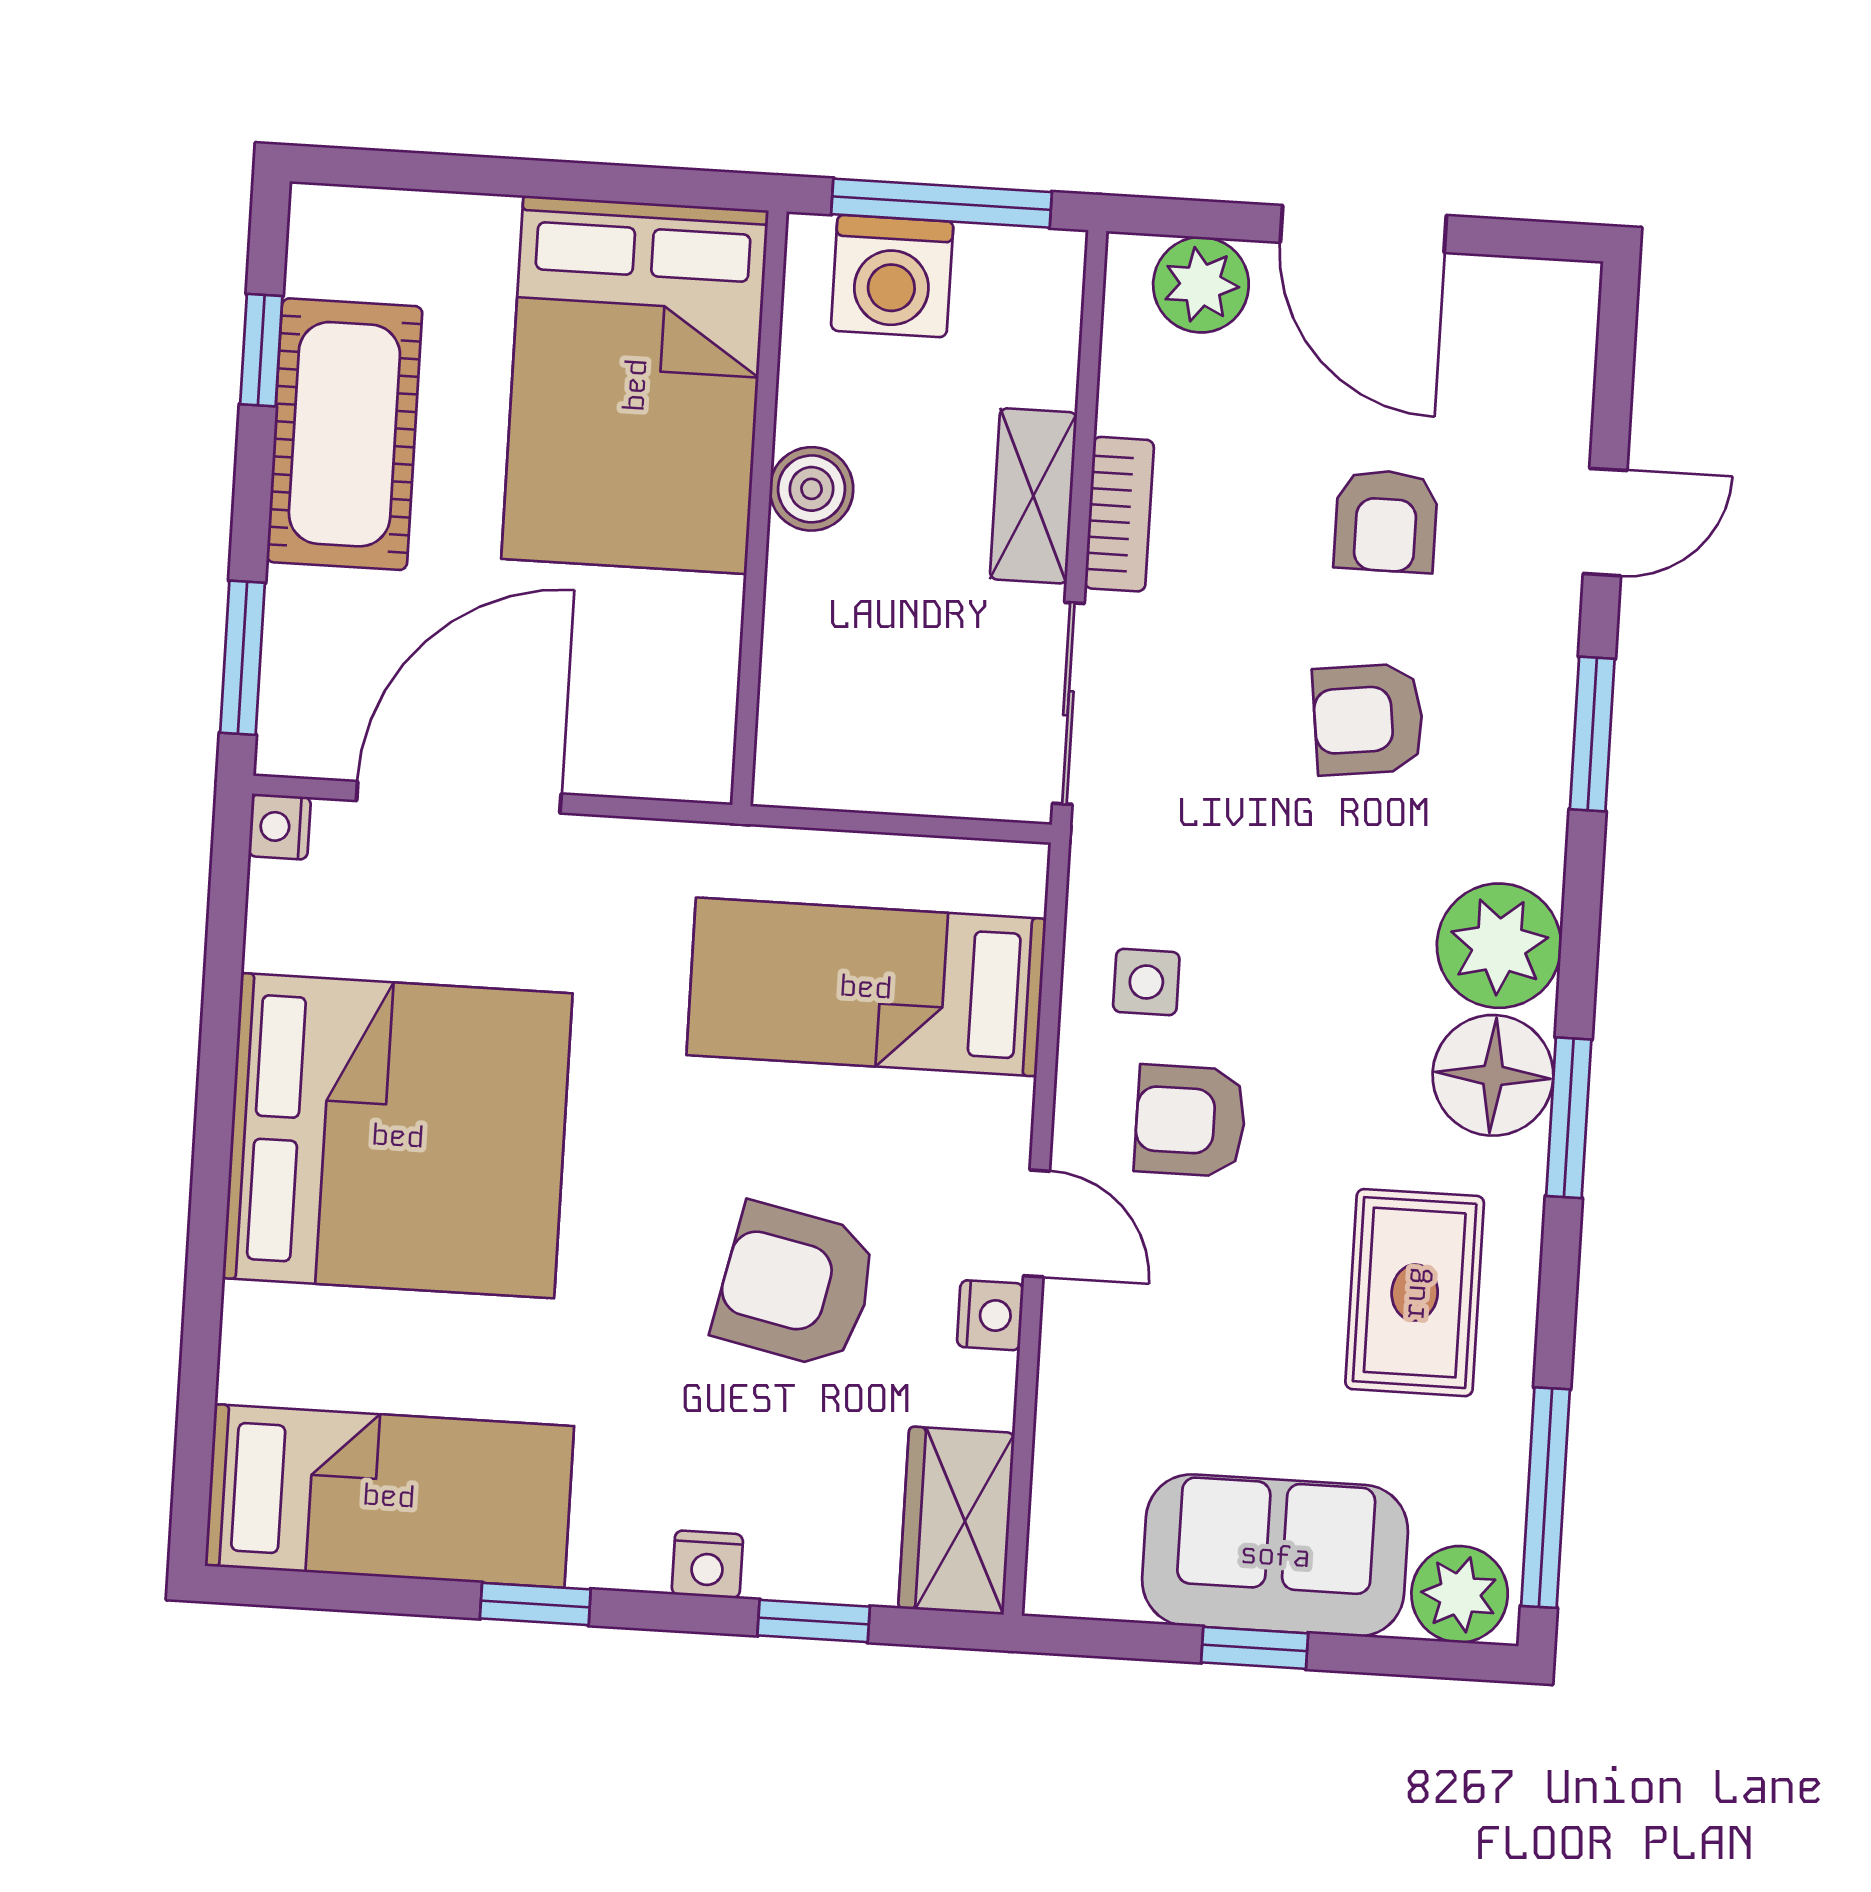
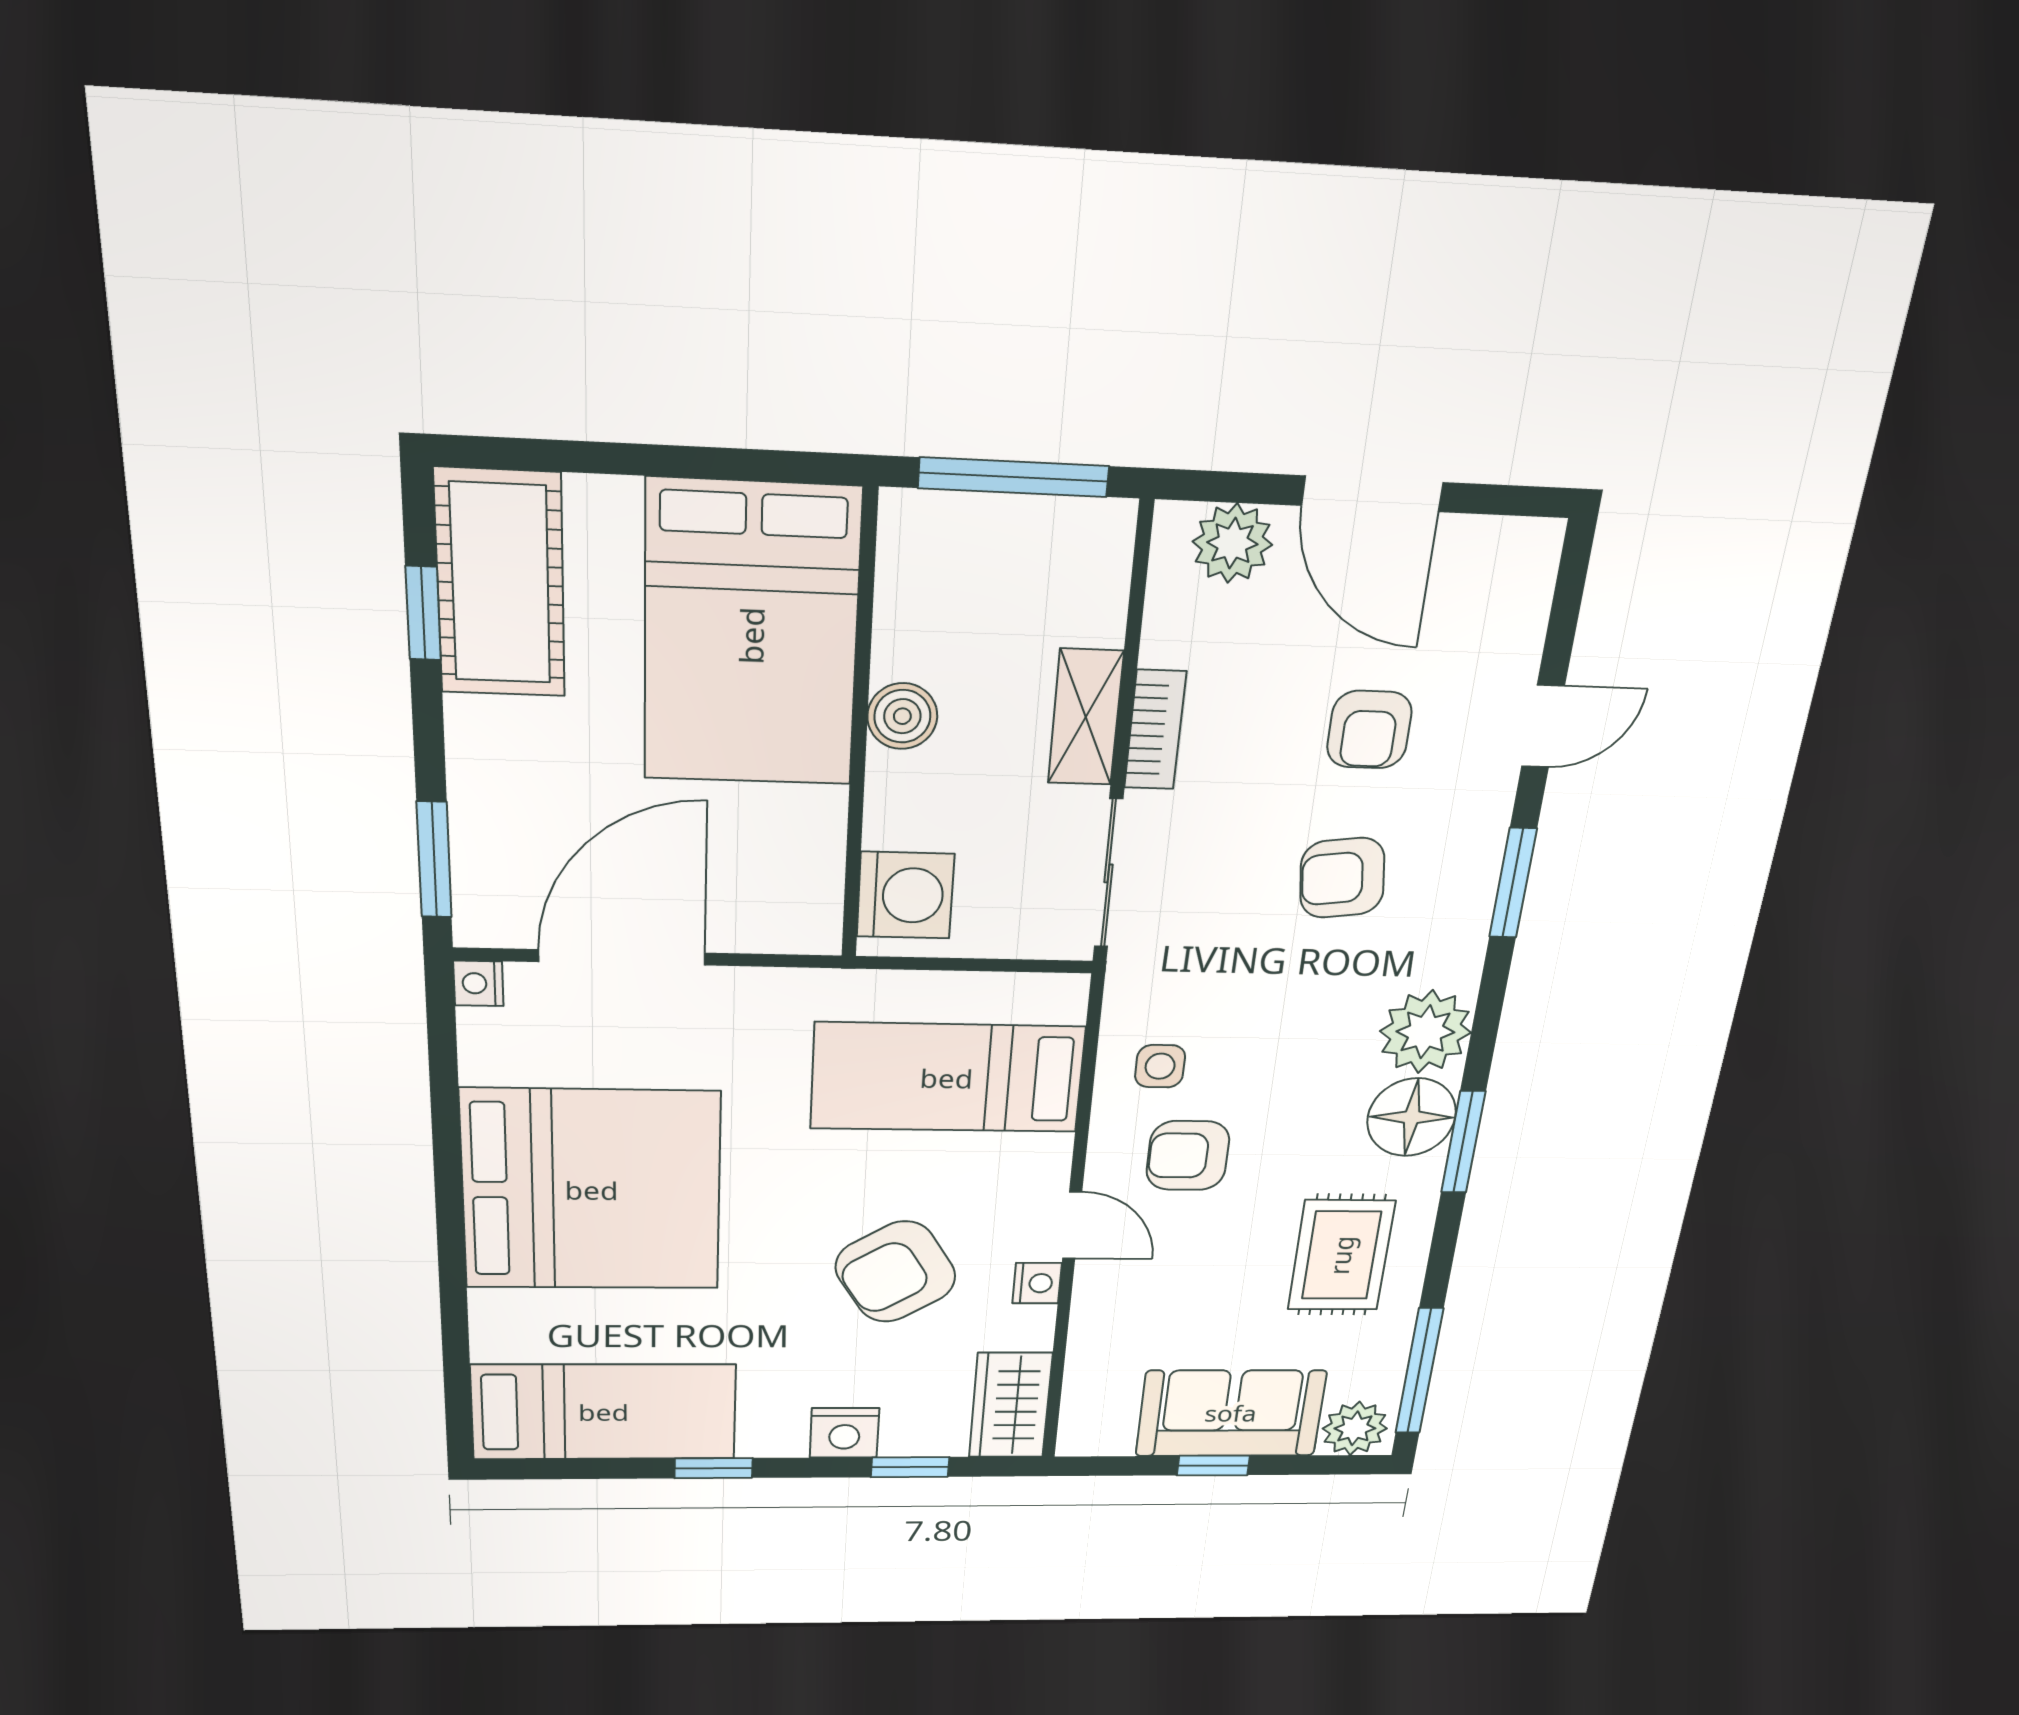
washing machine: (892, 276) -> (905, 895), moved, turned -90
cot: (344, 434) -> (500, 584), moved
armchair: (796, 1286) -> (896, 1272), turned -44
nightstand: (707, 1564) -> (844, 1433), width x1.39, depth x1.35

